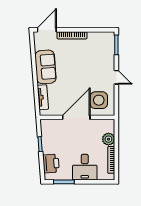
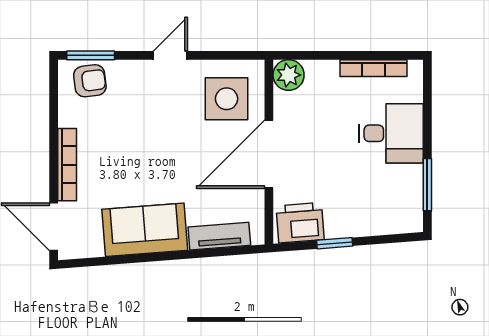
armchair: (106, 45) -> (90, 81), added
door: (76, 117) -> (269, 154), hinge flipped
plant: (108, 139) -> (289, 75), moved
printer: (51, 164) -> (300, 223), moved

